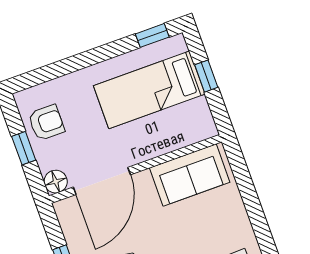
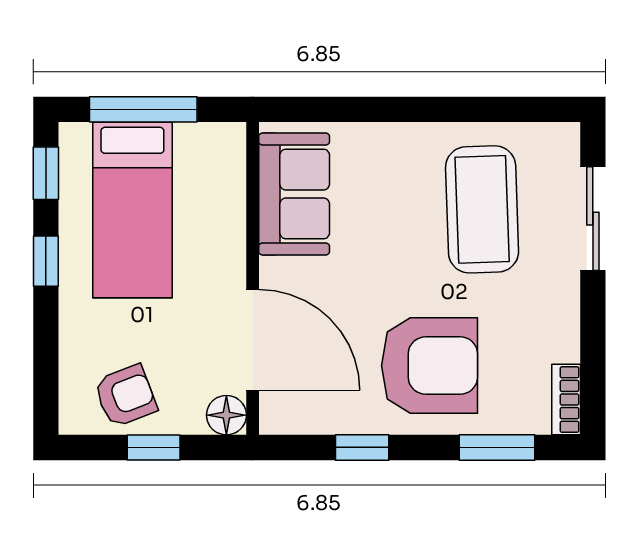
window: (104, 53) -> (46, 261), added
window: (206, 76) -> (143, 109), width x2.17
armchair: (46, 123) -> (125, 396), turned 69

